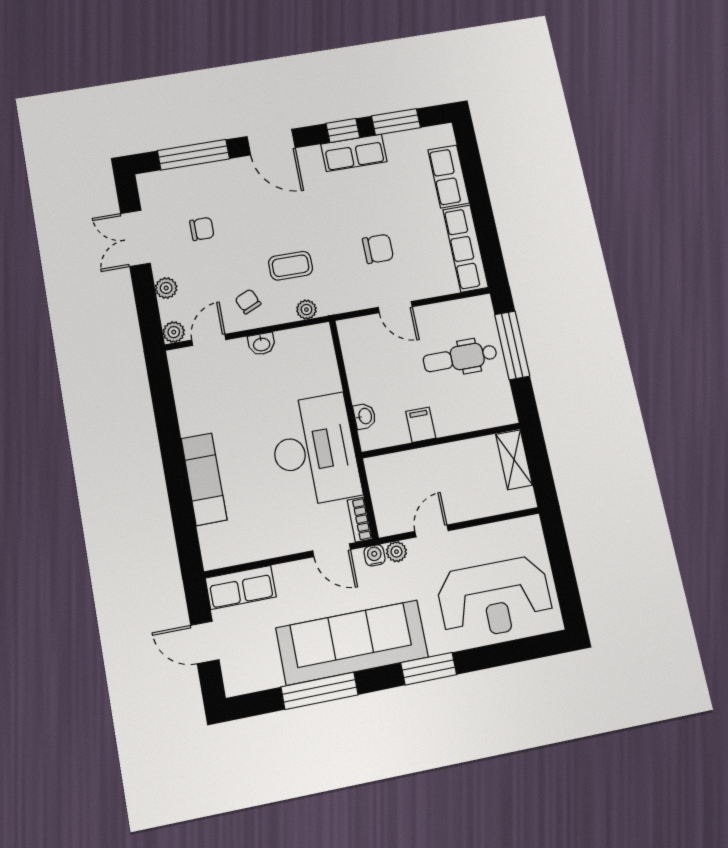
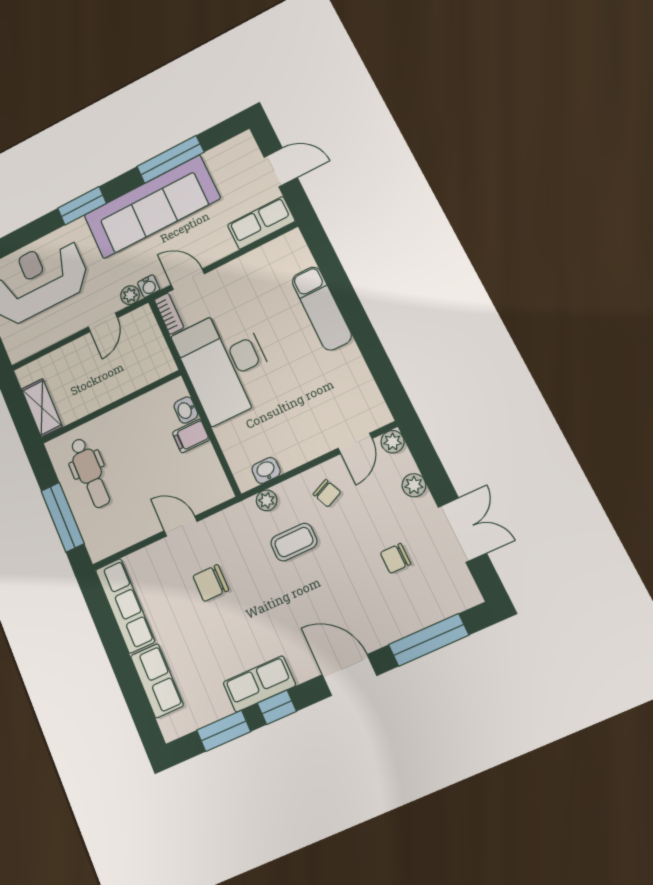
washbasin: (262, 344) -> (266, 470), moved
dental chair: (460, 358) -> (90, 473), moved, turned 90
filing cabinet: (421, 425) -> (191, 436), moved, turned 90

